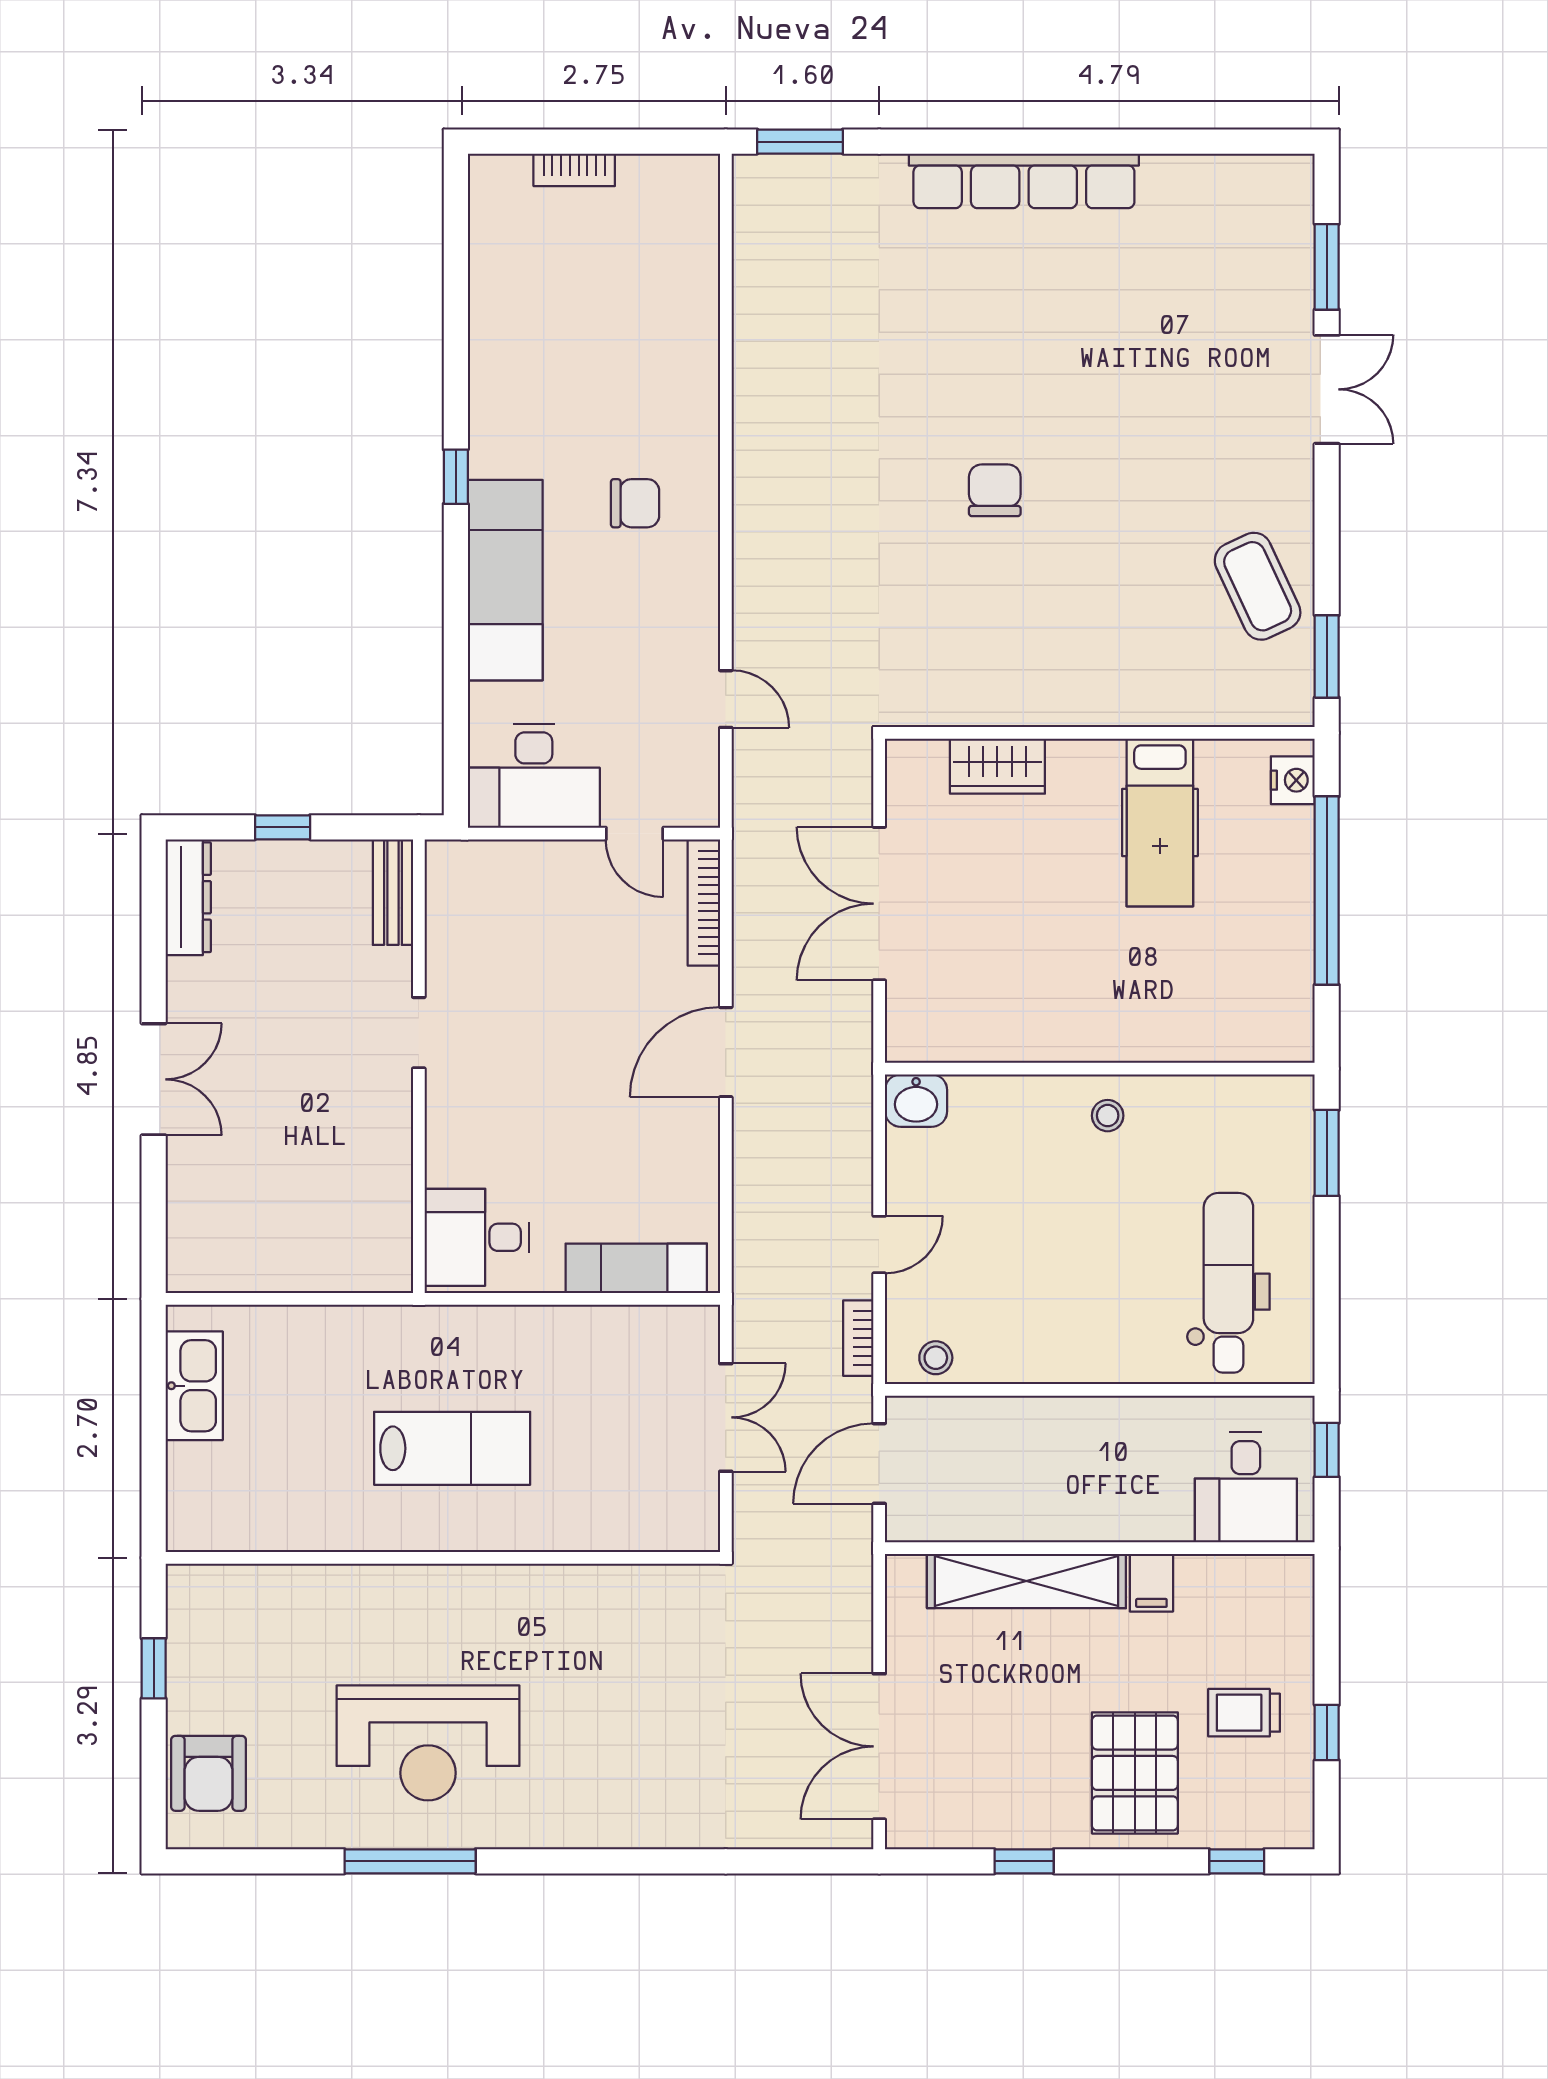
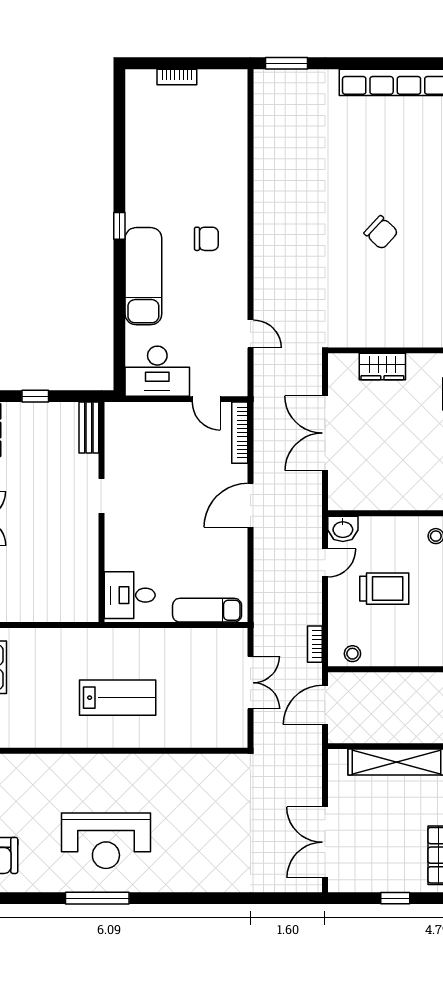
chair: (995, 490) -> (381, 233), turned 133
trolley: (1001, 1224) -> (384, 589), added
door: (879, 1245) -> (325, 563), moved

